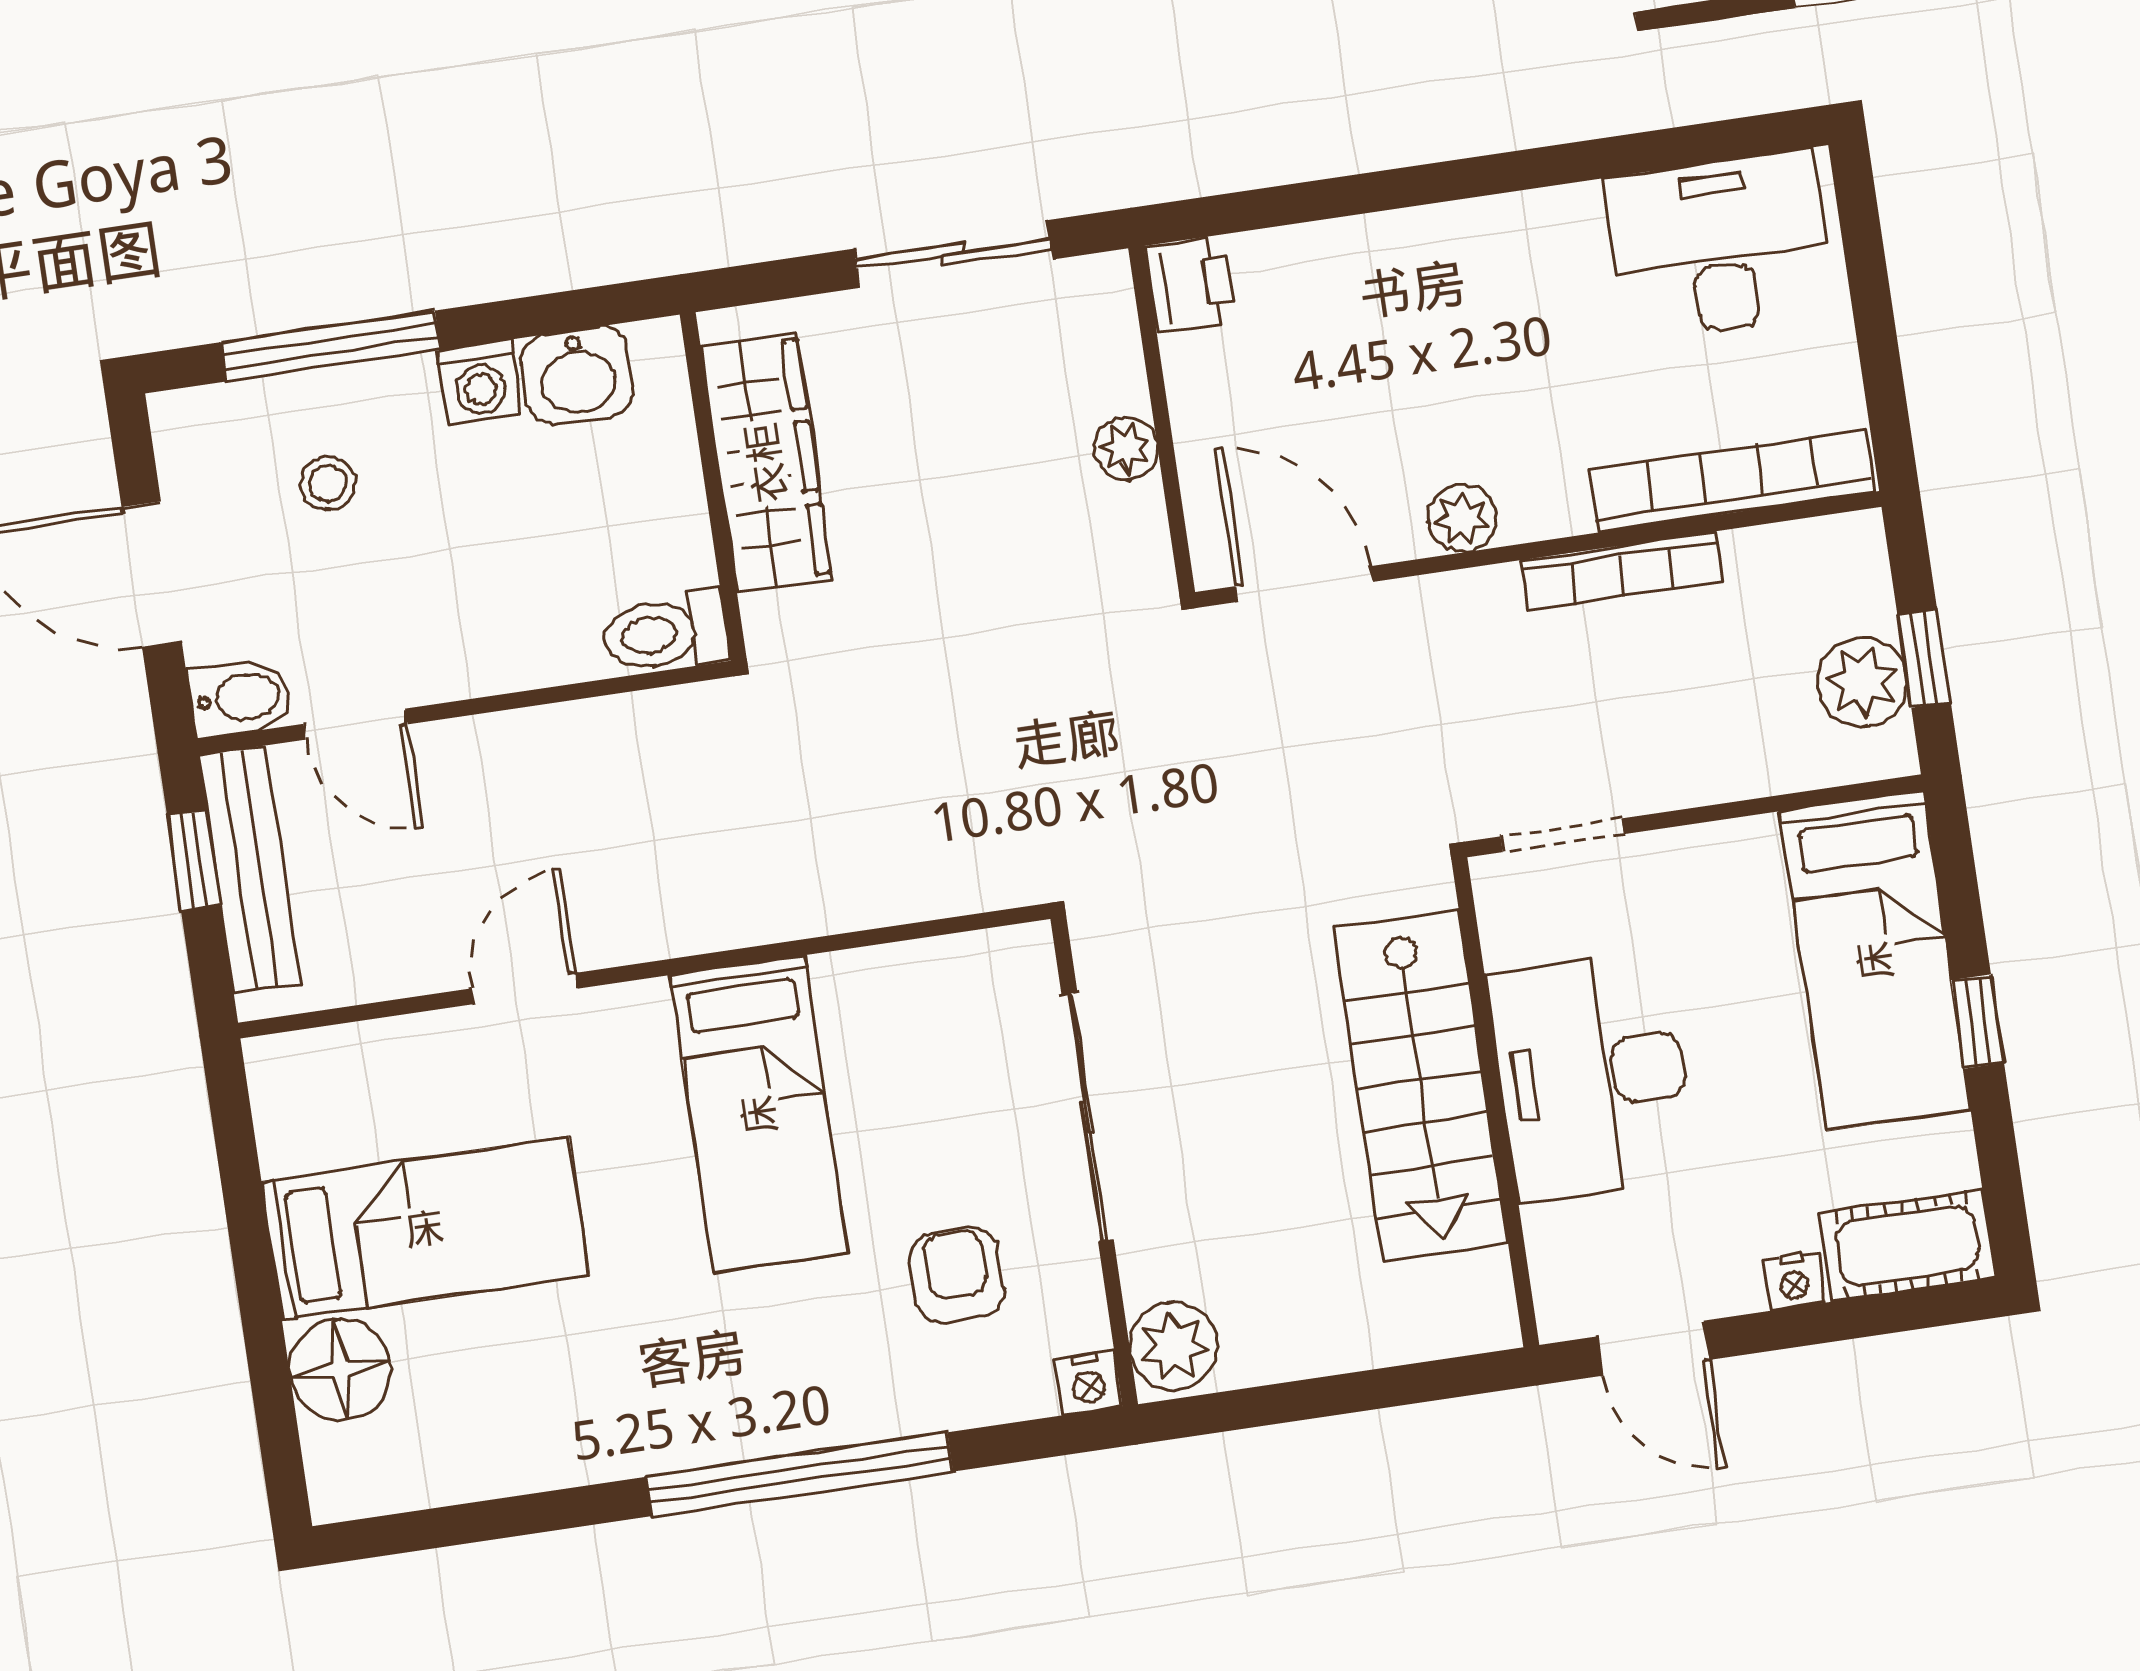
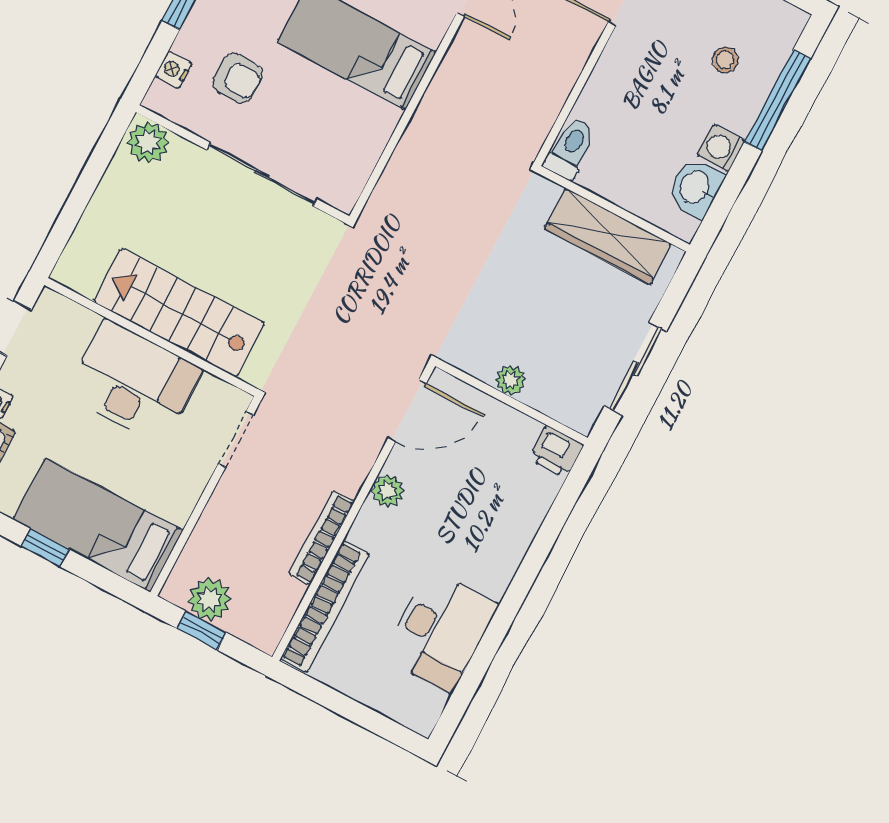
desk: (1720, 246) -> (440, 631), moved
nightstand: (1088, 1383) -> (174, 70), moved

